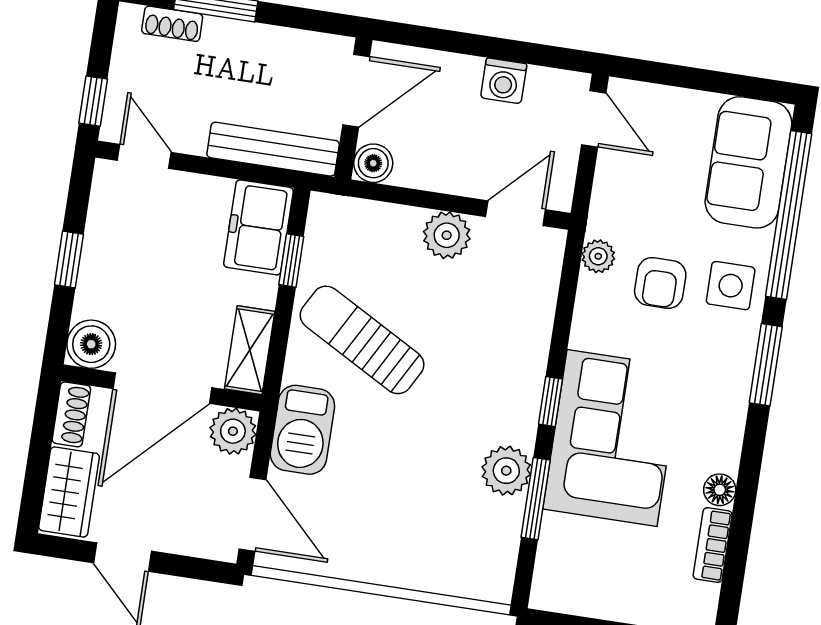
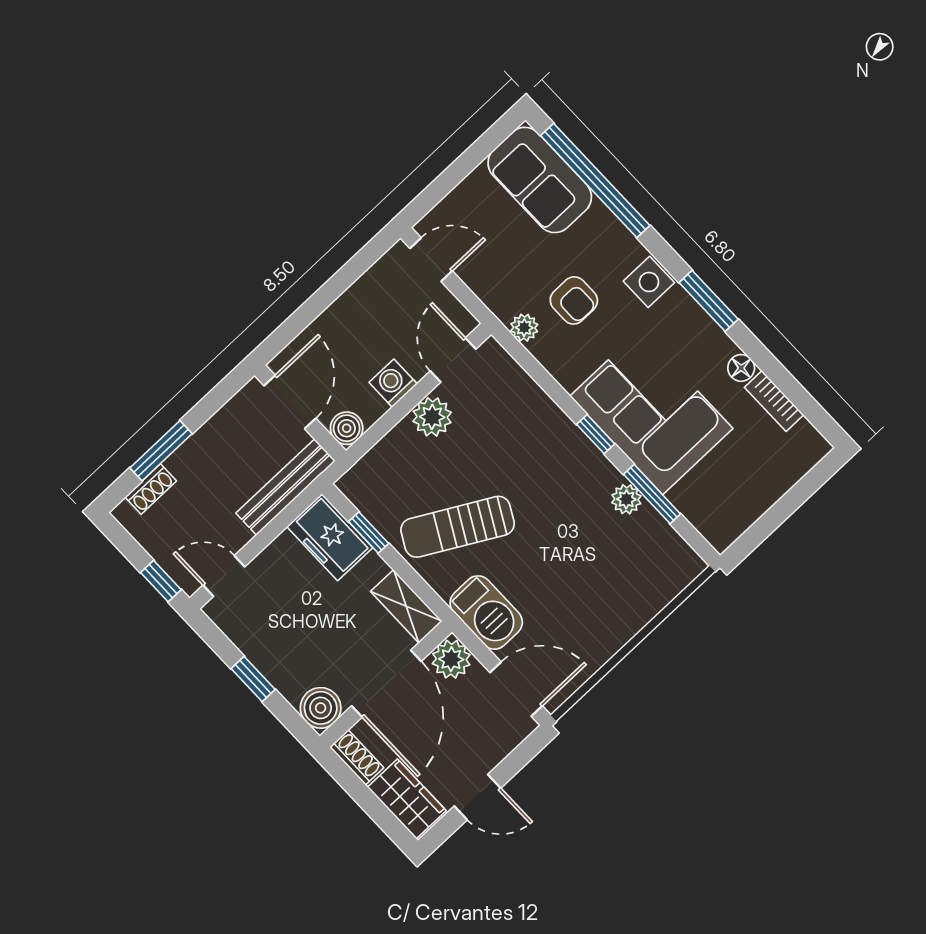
washing machine: (504, 81) -> (393, 383), moved, turned 180
side table: (731, 286) -> (649, 282), moved
window: (766, 365) -> (709, 301), moved
plant: (506, 471) -> (626, 499), width x0.73, depth x0.73

